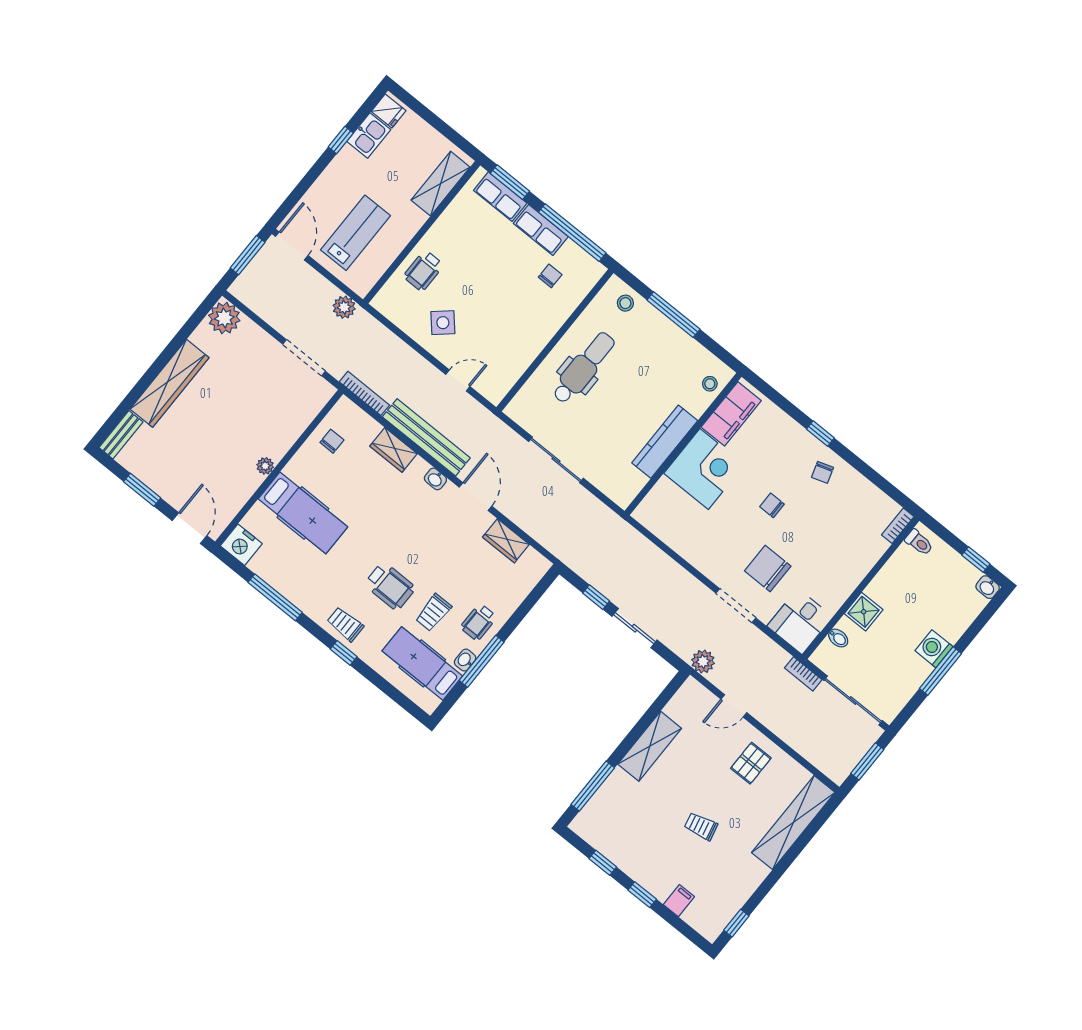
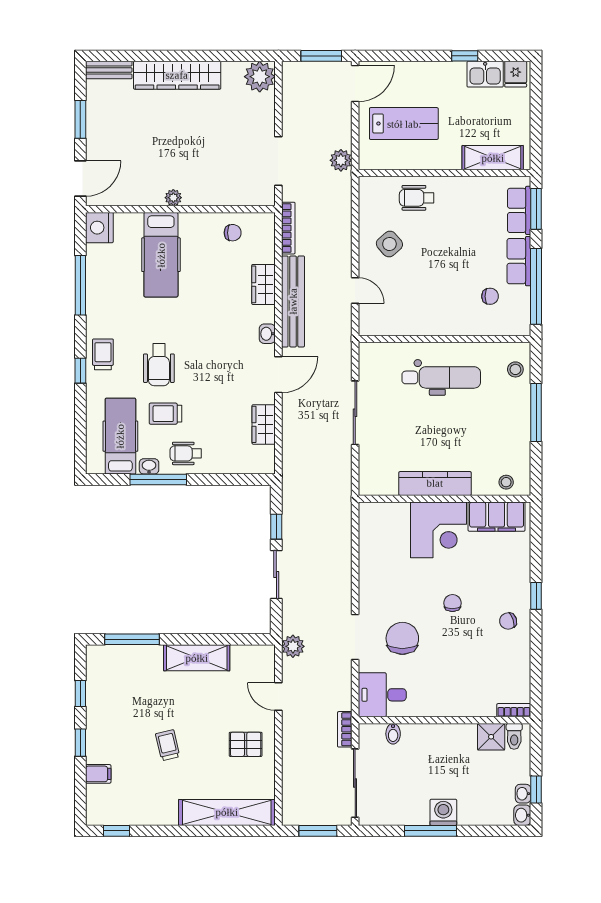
washbasin: (971, 573) -> (523, 794), added
shower: (864, 612) -> (491, 737), moved

